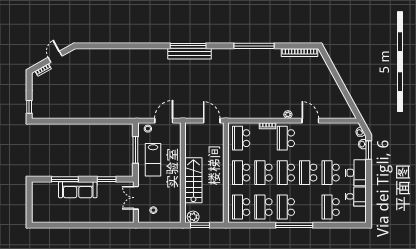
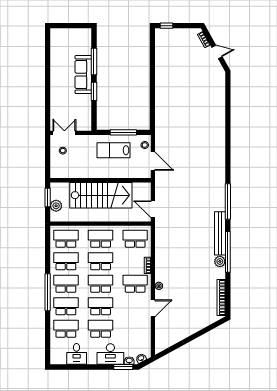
window: (188, 46) -> (228, 202), moved
bench: (189, 54) -> (220, 233), moved
plant: (264, 54) -> (220, 261), added
door: (212, 121) -> (153, 209), swing flipped
desk: (356, 173) -> (110, 354), moved
window: (107, 179) -> (94, 91), moved
stairs: (193, 180) -> (101, 195), width x1.36, depth x1.51
double door: (136, 198) -> (64, 133), moved
school desk: (308, 207) -> (66, 306), added
plant: (193, 217) -> (56, 206), moved

